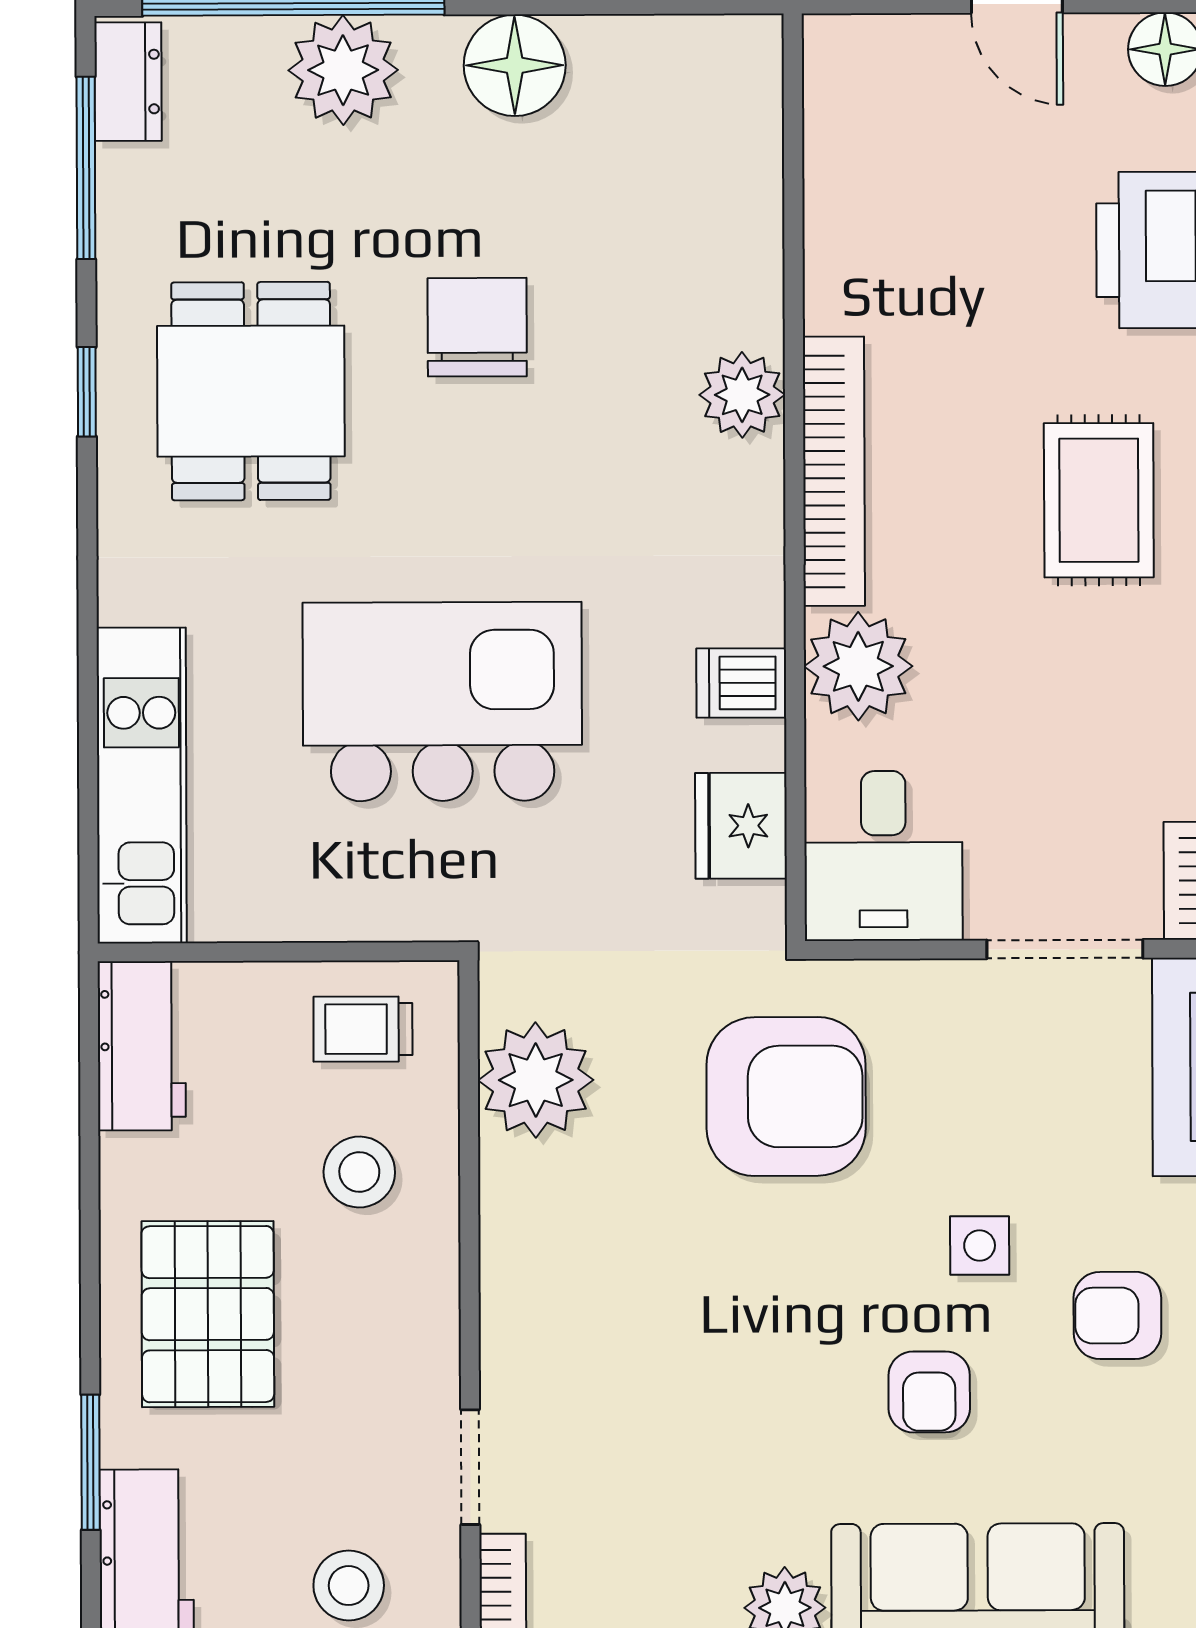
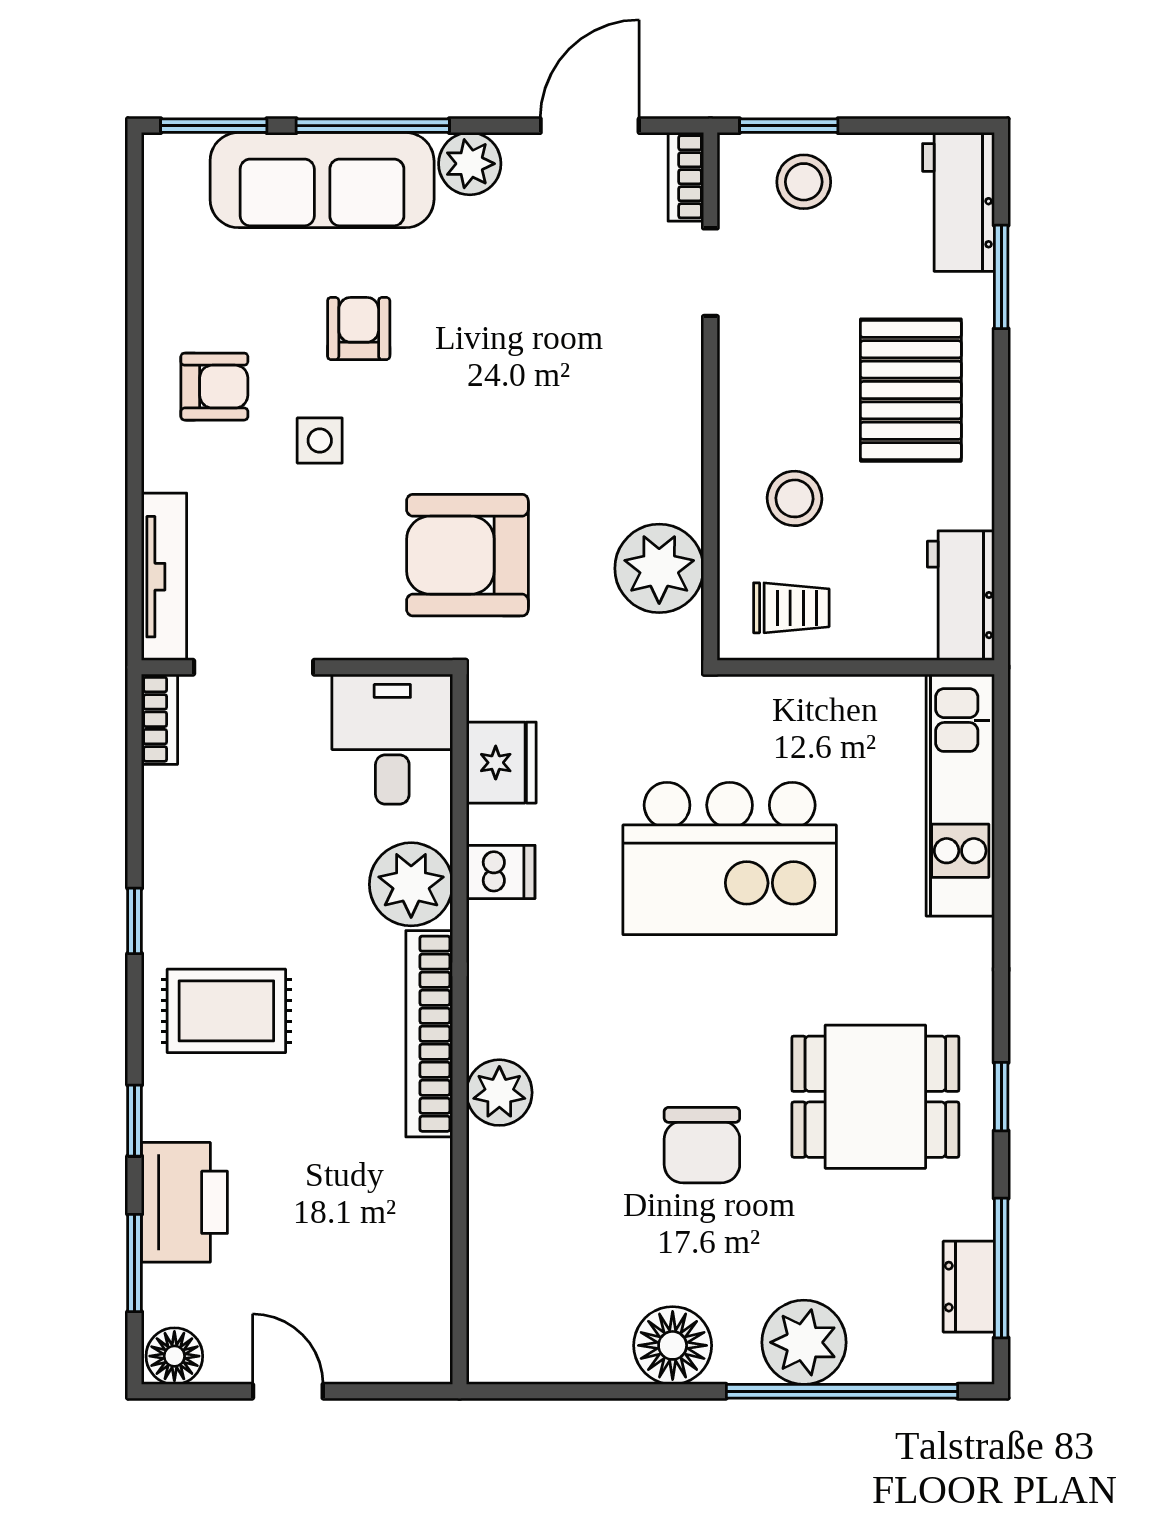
dresser: (128, 82) -> (969, 1287), moved
dining table: (251, 391) -> (875, 1097), turned 90
rug: (1099, 500) -> (226, 1011), turned 90

